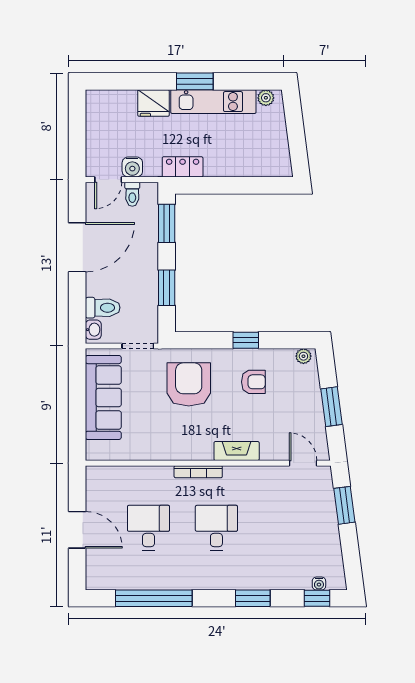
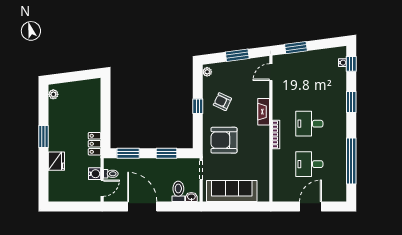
kitchen unit: (213, 102) -> (56, 125), removed
door: (108, 180) -> (102, 188), hinge flipped
armchair: (253, 382) -> (222, 102), turned -65

